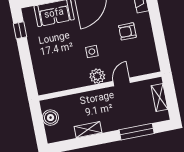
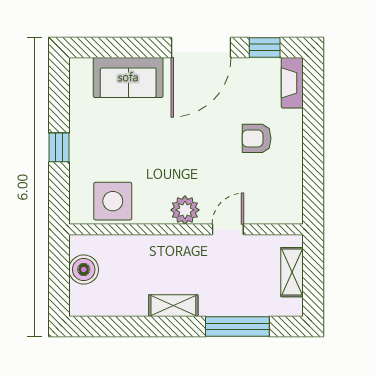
window: (20, 30) -> (59, 147), moved
side table: (92, 52) -> (113, 201), moved, width x1.87, depth x1.87
shelving: (88, 130) -> (173, 306), moved

